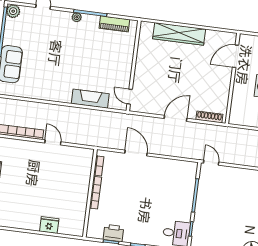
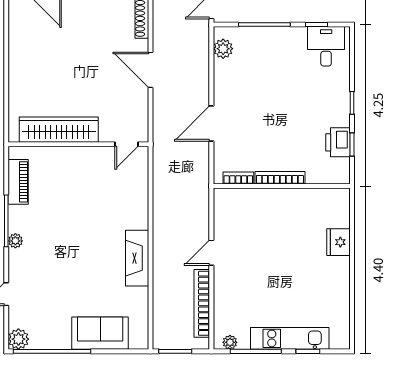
wardrobe: (179, 34) -> (59, 130), moved, turned -90
fireplace: (90, 99) -> (137, 258), moved
plant: (183, 167) -> (223, 49), added

